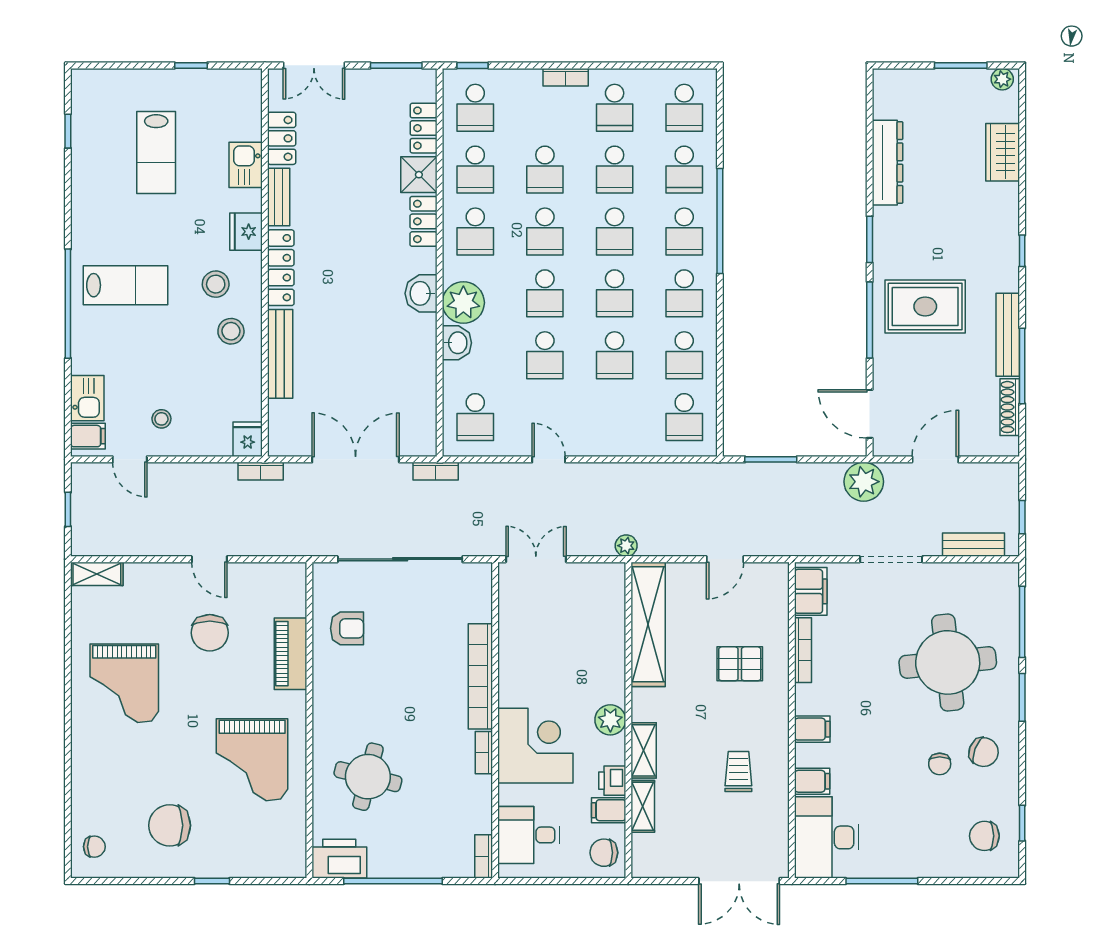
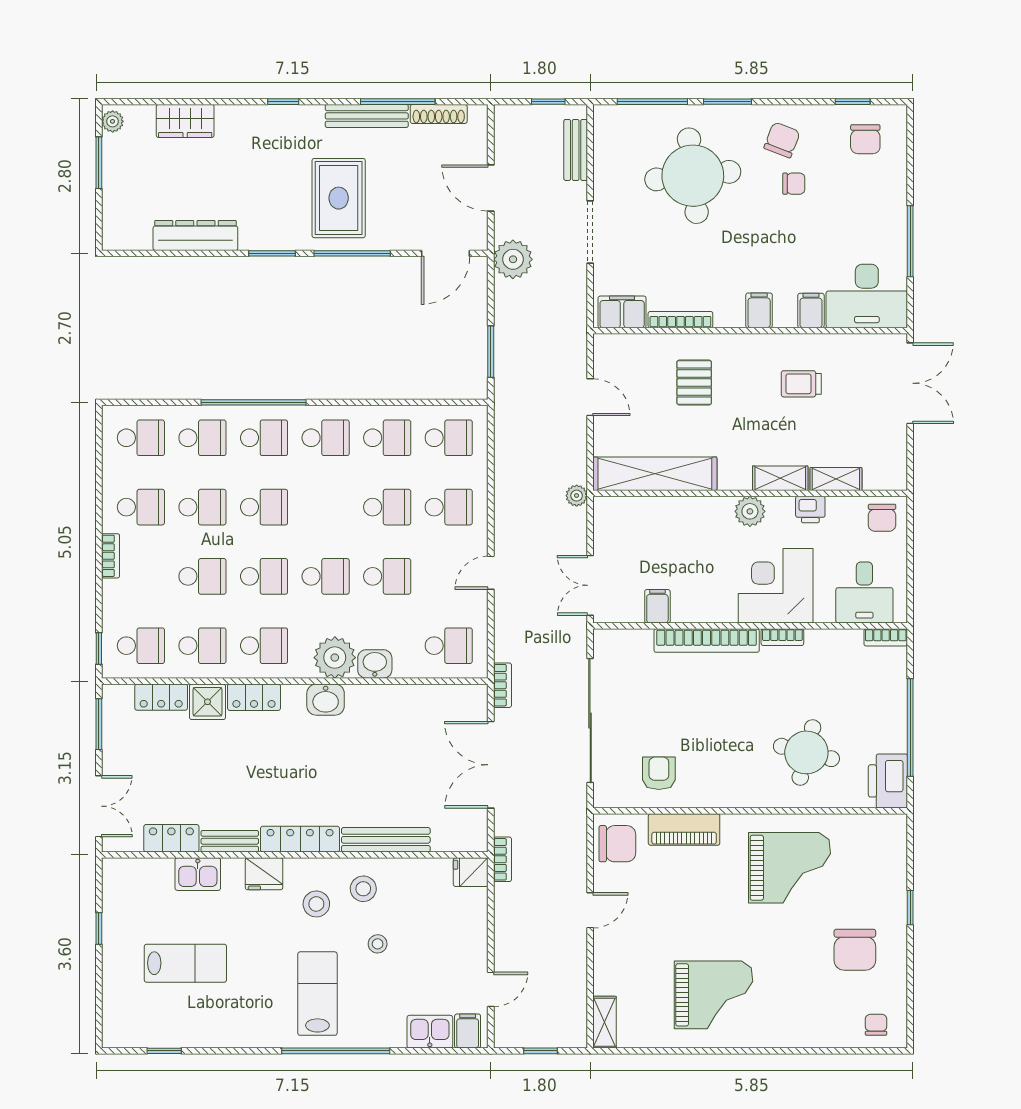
school desk: (615, 293) -> (449, 507), moved
stool: (161, 419) -> (378, 944), moved
chair: (210, 633) -> (617, 844), moved
filing cabinet: (609, 810) -> (657, 606), moved, turned 180

